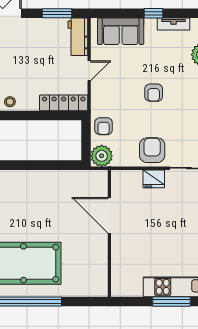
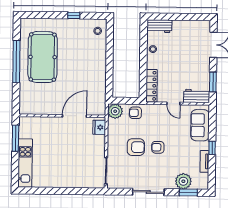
armchair: (152, 150) -> (136, 147), moved
fridge: (154, 179) -> (99, 127), moved
window: (172, 302) -> (15, 138), moved

